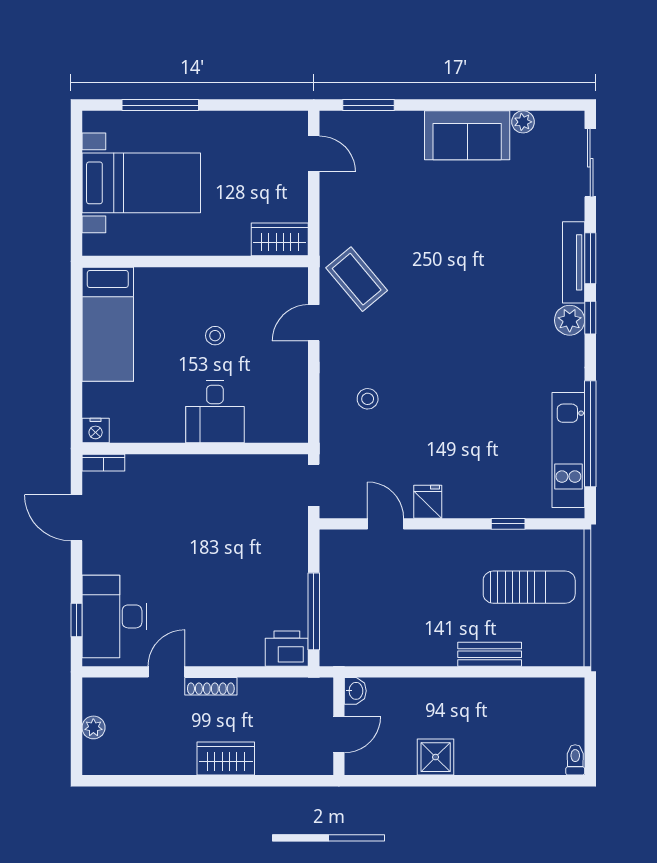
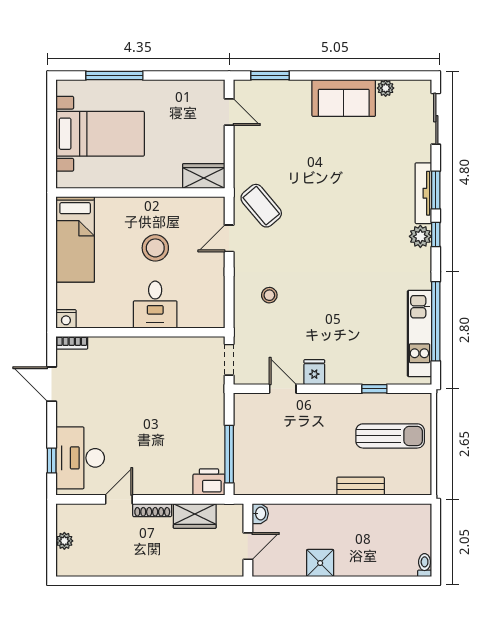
stool: (215, 336) -> (155, 248), width x1.89, depth x1.89
wardrobe: (226, 759) -> (195, 516), moved, turned 180

